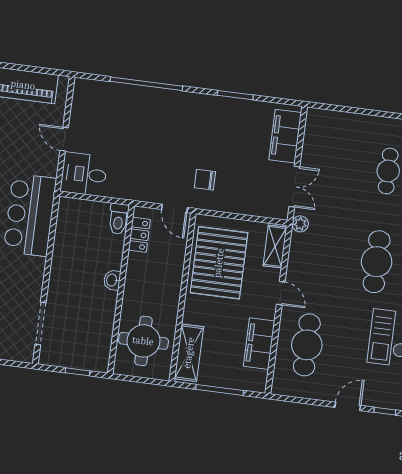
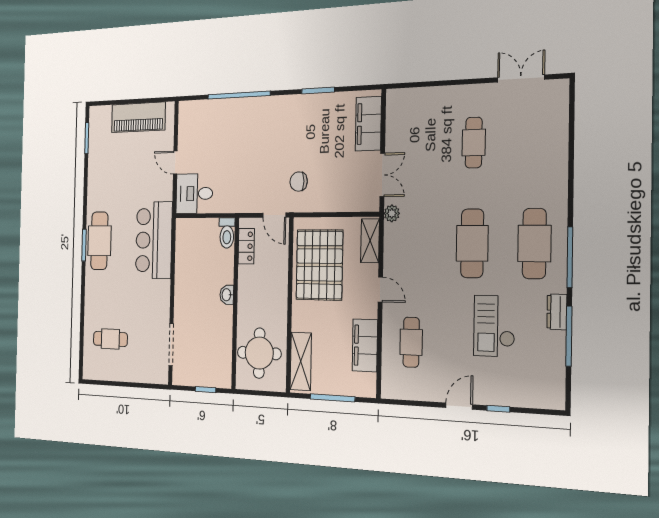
cafe table: (307, 345) -> (411, 342), width x0.73, depth x0.74

